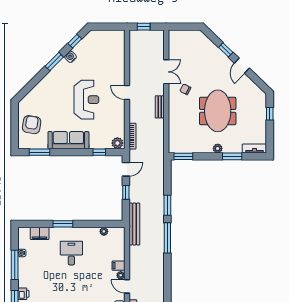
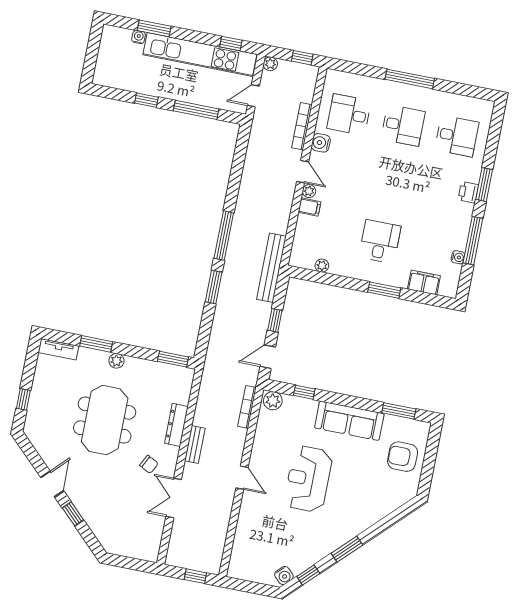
water cooler: (71, 57) -> (284, 575), moved
dresser: (173, 117) -> (176, 425), added
armchair: (32, 125) -> (403, 457), turned 81
desk: (71, 253) -> (380, 241), turned 180

